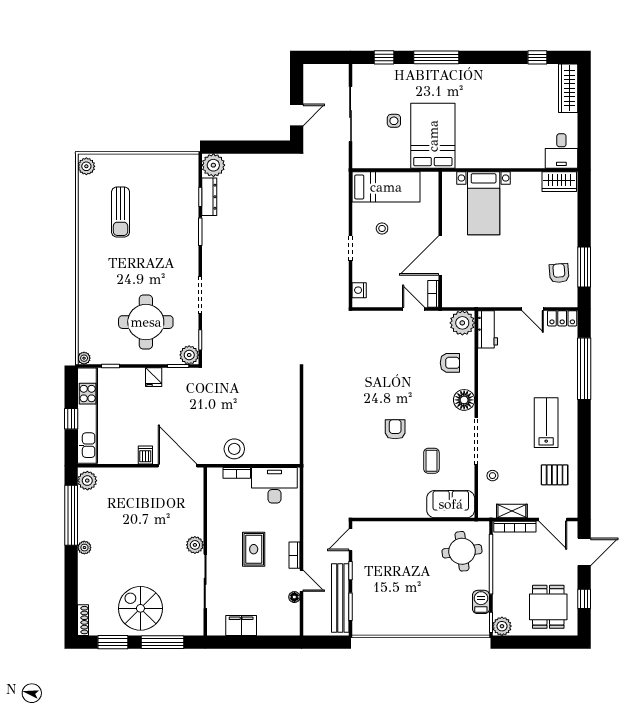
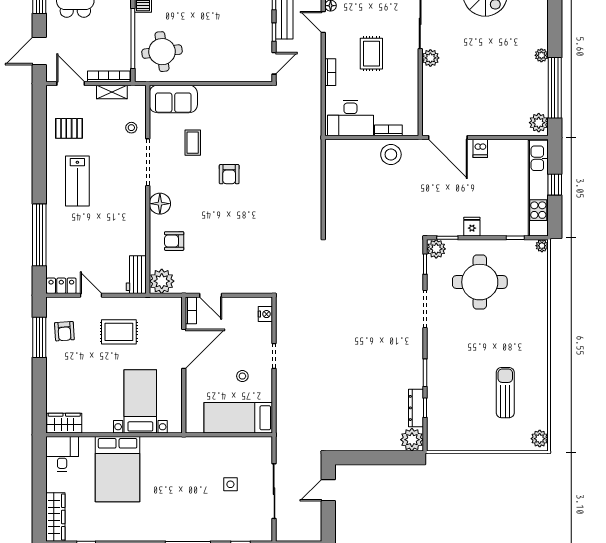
bed: (433, 136) -> (118, 469), moved
rug: (505, 272) -> (119, 332), added
bookcase: (295, 555) -> (330, 72), moved

